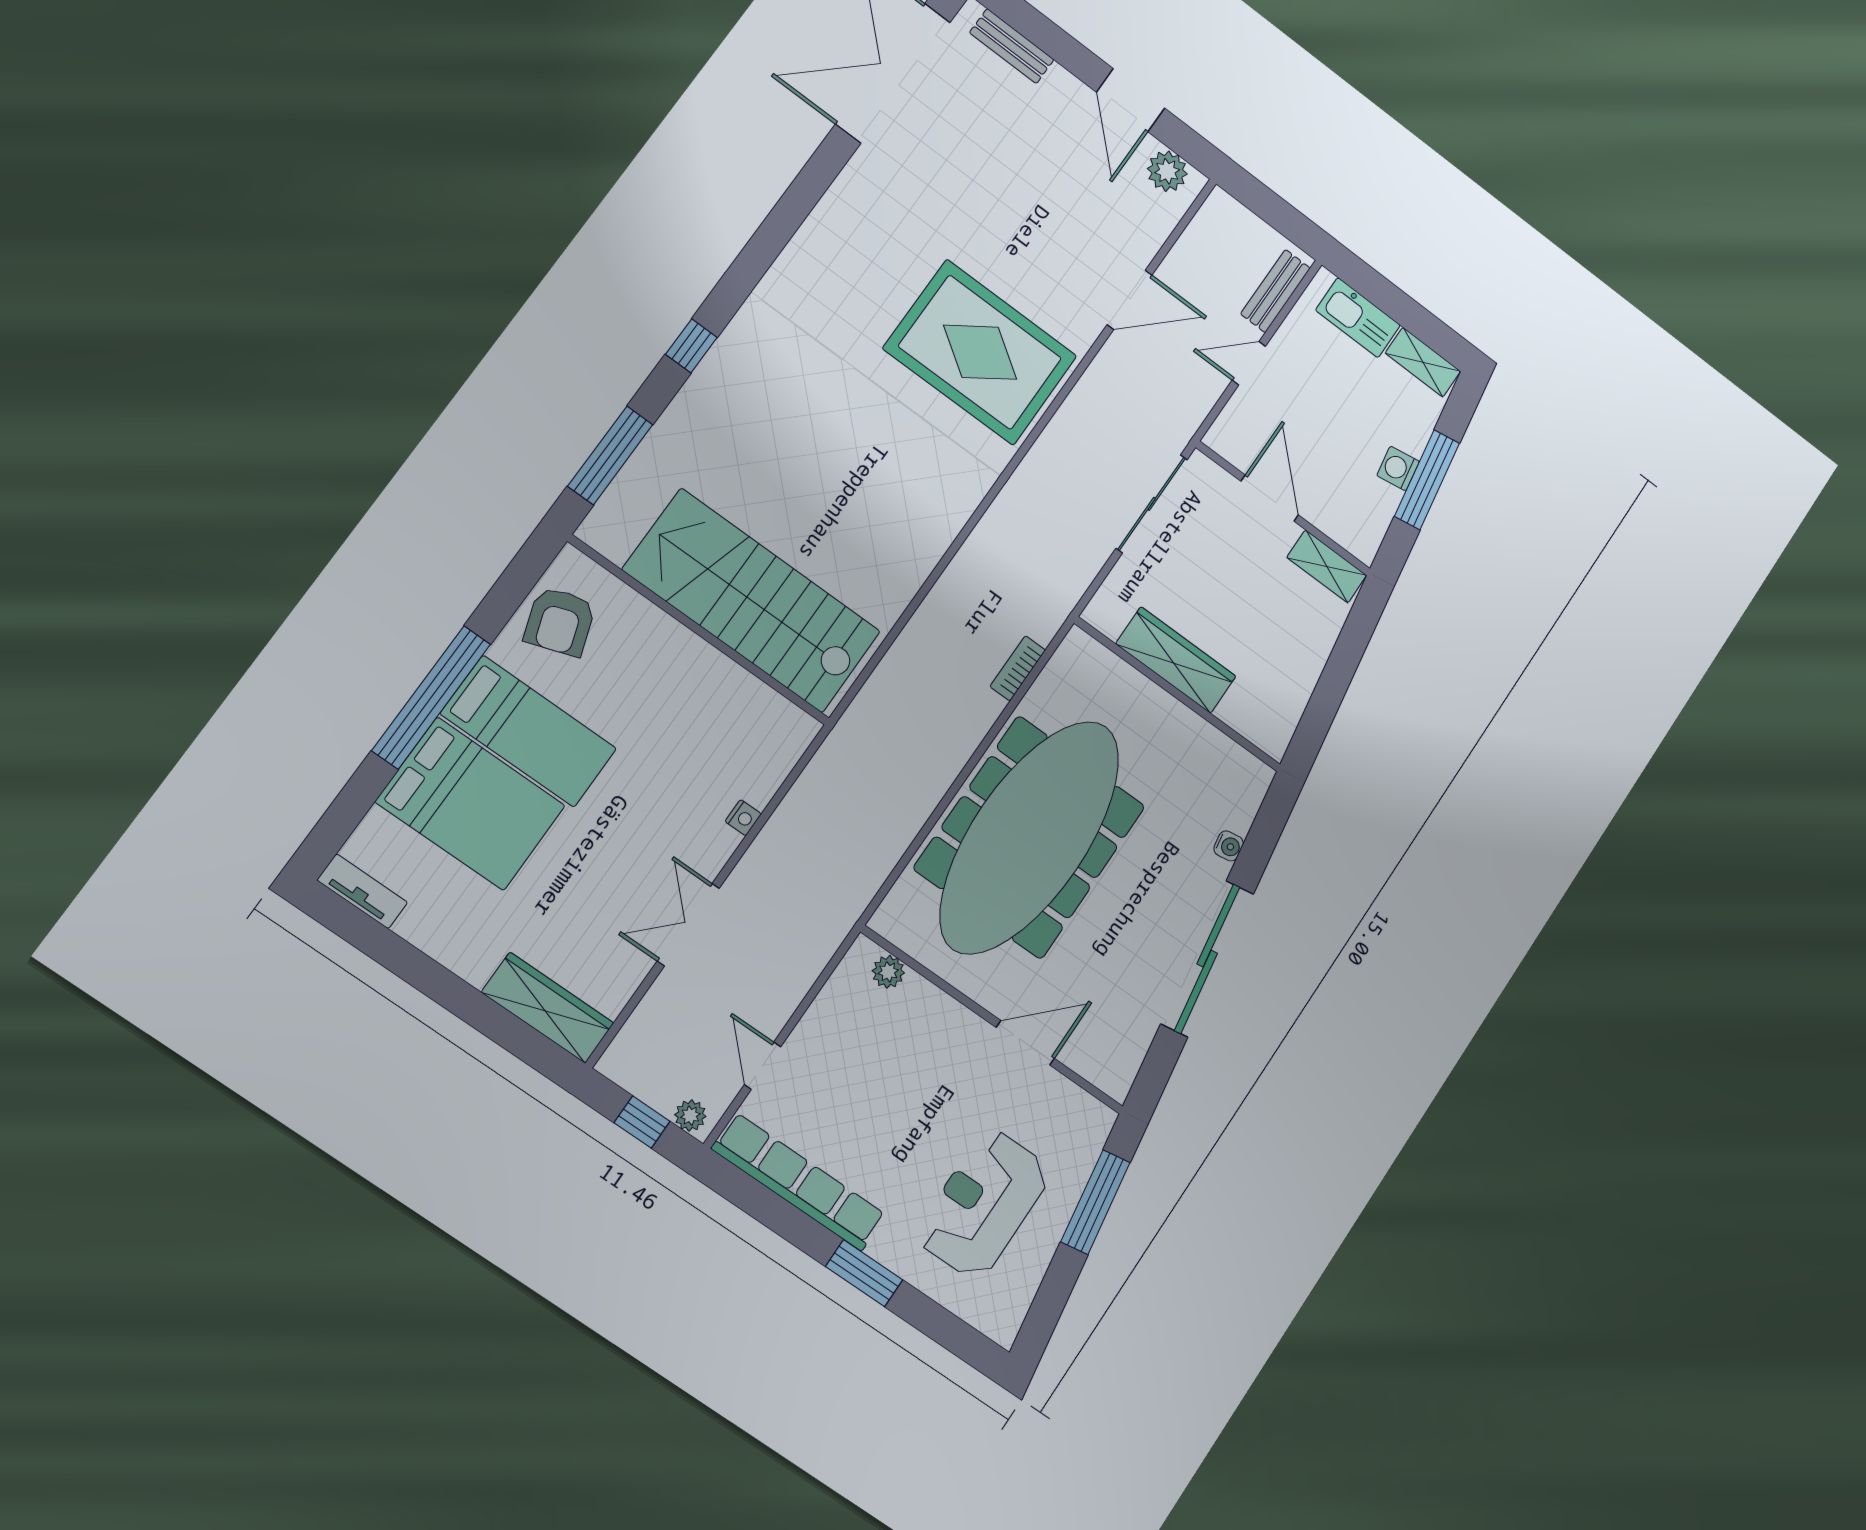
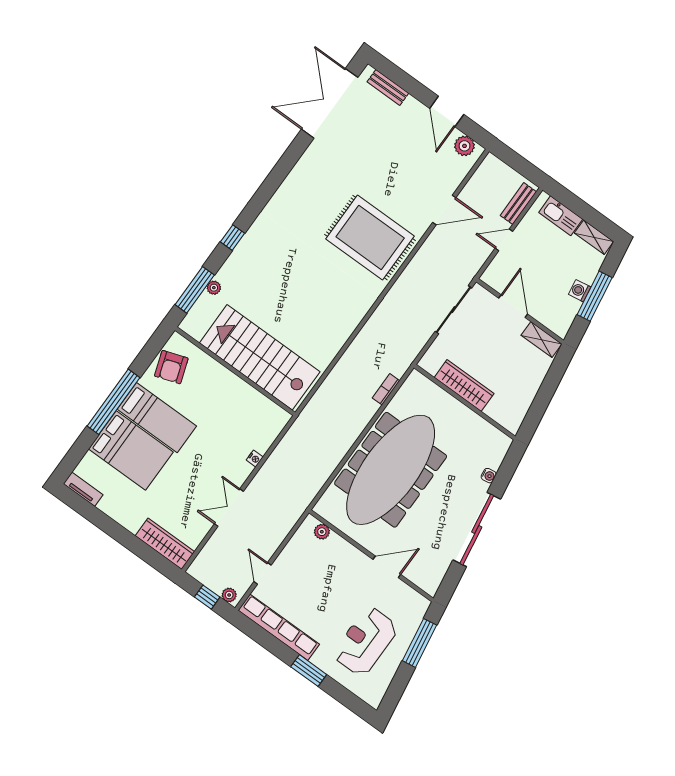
plant: (652, 451) -> (214, 288), added

